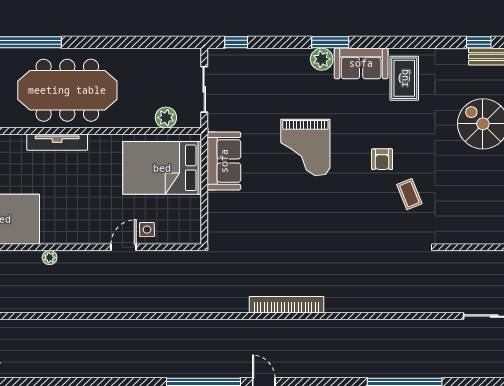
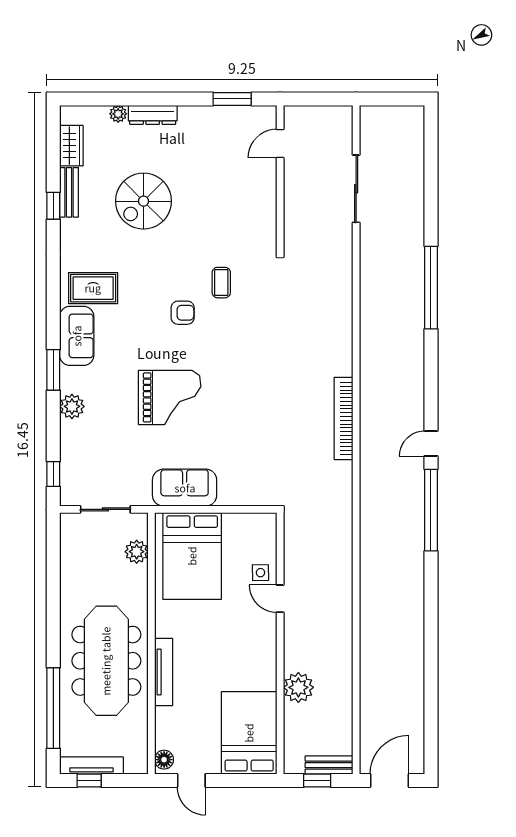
plant: (322, 59) -> (72, 406), moved
coffee table: (409, 194) -> (221, 283), turned -68
plant: (50, 258) -> (298, 687), width x1.88, depth x1.88

